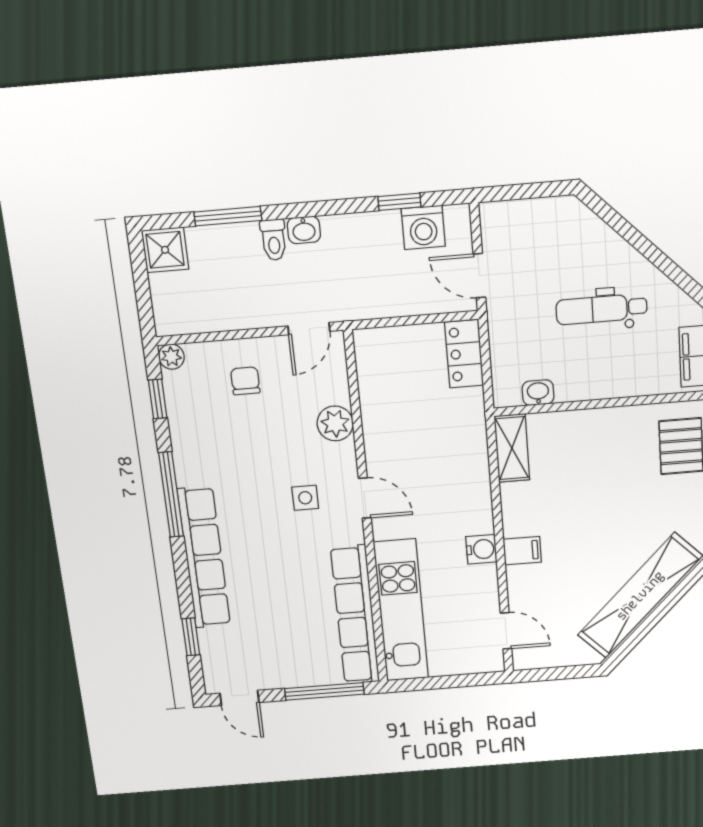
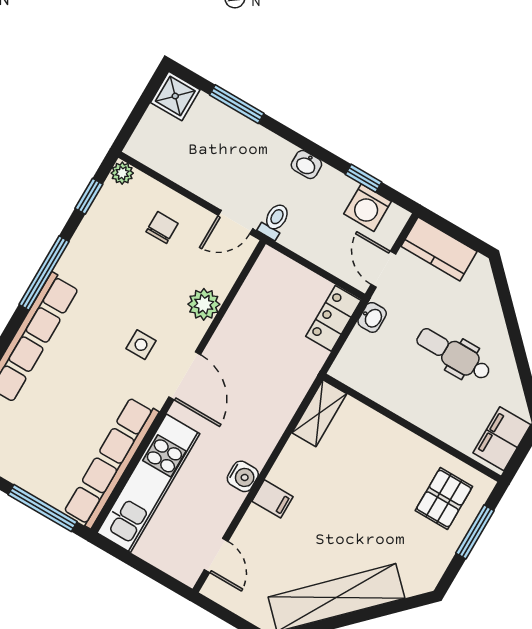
kitchen counter: (520, 219) -> (439, 249), added
washbasin: (304, 230) -> (306, 165), moved
toilet: (274, 240) -> (275, 221), moved, turned 180
washbasin: (538, 393) -> (372, 317), moved, turned 90
door: (365, 498) -> (185, 376), width x1.38

